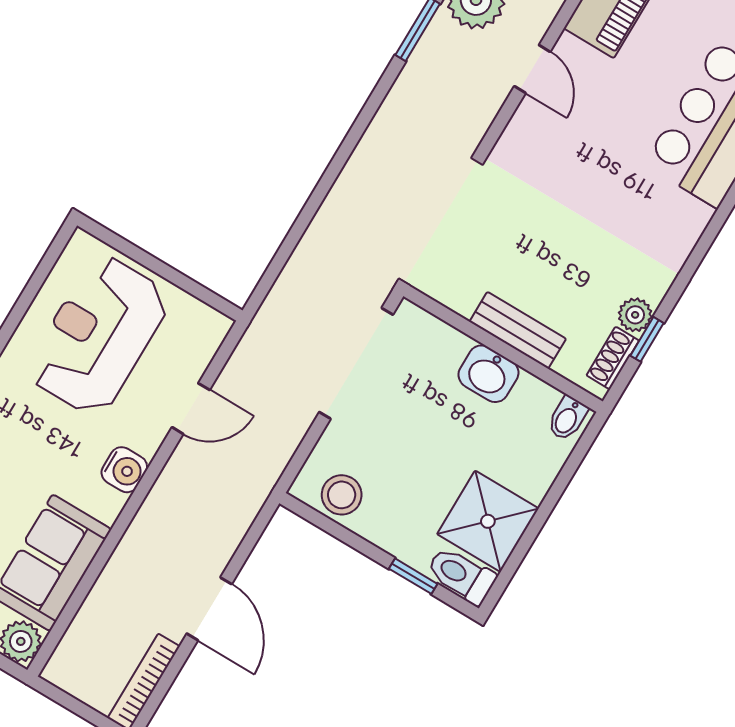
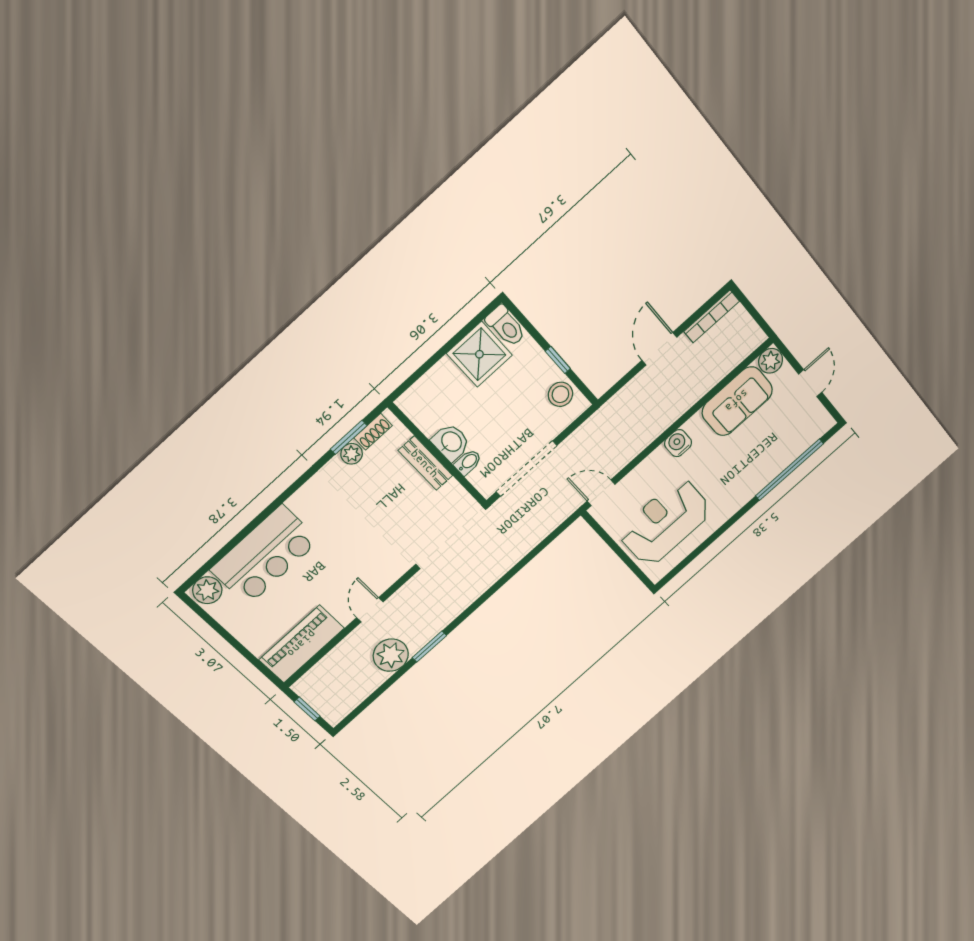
reception desk: (98, 335) -> (665, 522), turned 180
window: (647, 339) -> (349, 437), width x1.50
door: (191, 409) -> (601, 493), moved
bidet: (567, 418) -> (468, 462), moved
window: (413, 576) -> (558, 360), moved

